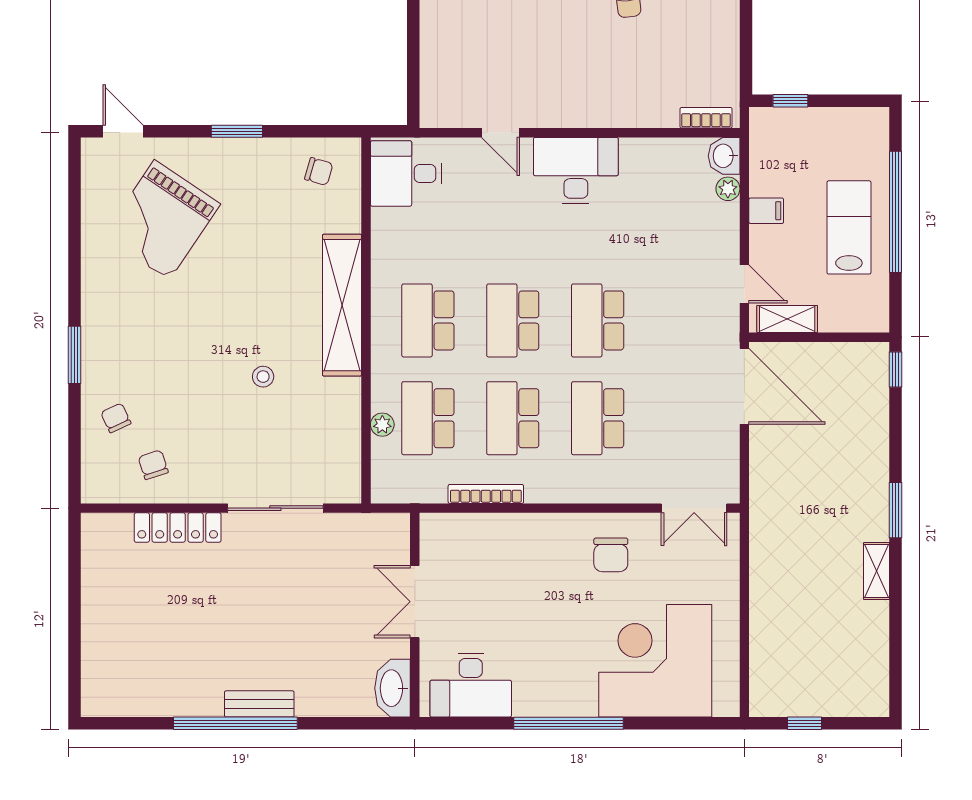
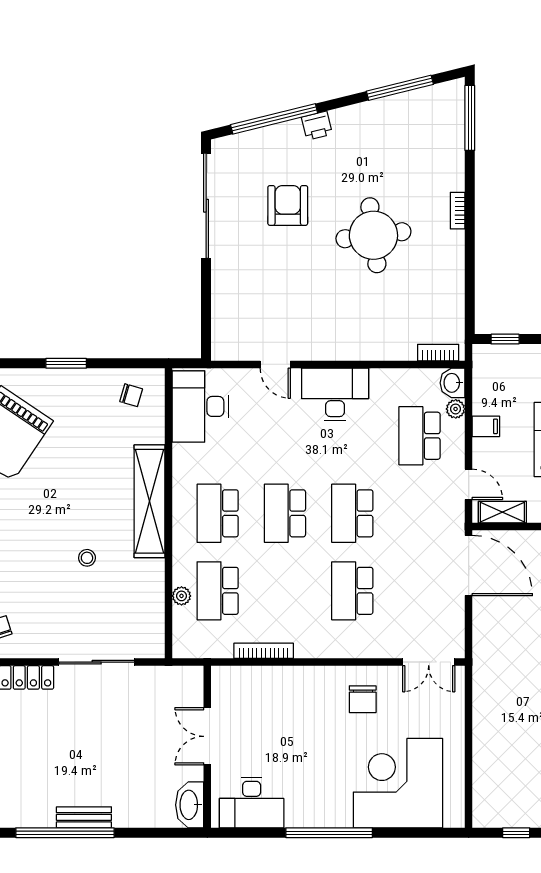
desk: (406, 173) -> (200, 406), width x1.37
school desk: (513, 418) -> (420, 436), moved

